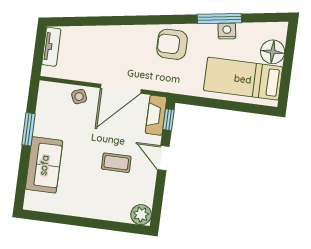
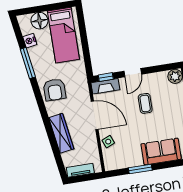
nightstand: (227, 31) -> (30, 41), moved
wardrobe: (110, 36) -> (61, 133), added

